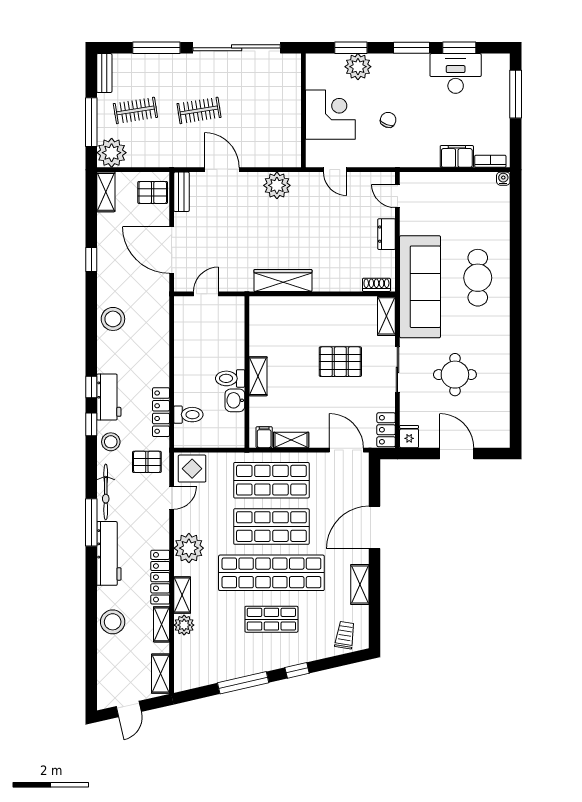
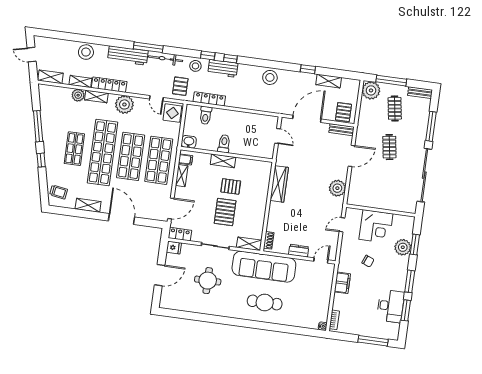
filing cabinet: (457, 156) -> (342, 283), moved
shelving: (106, 192) -> (329, 81), moved
pallet: (298, 358) -> (231, 186), added
washbasin: (235, 400) -> (189, 142), moved

